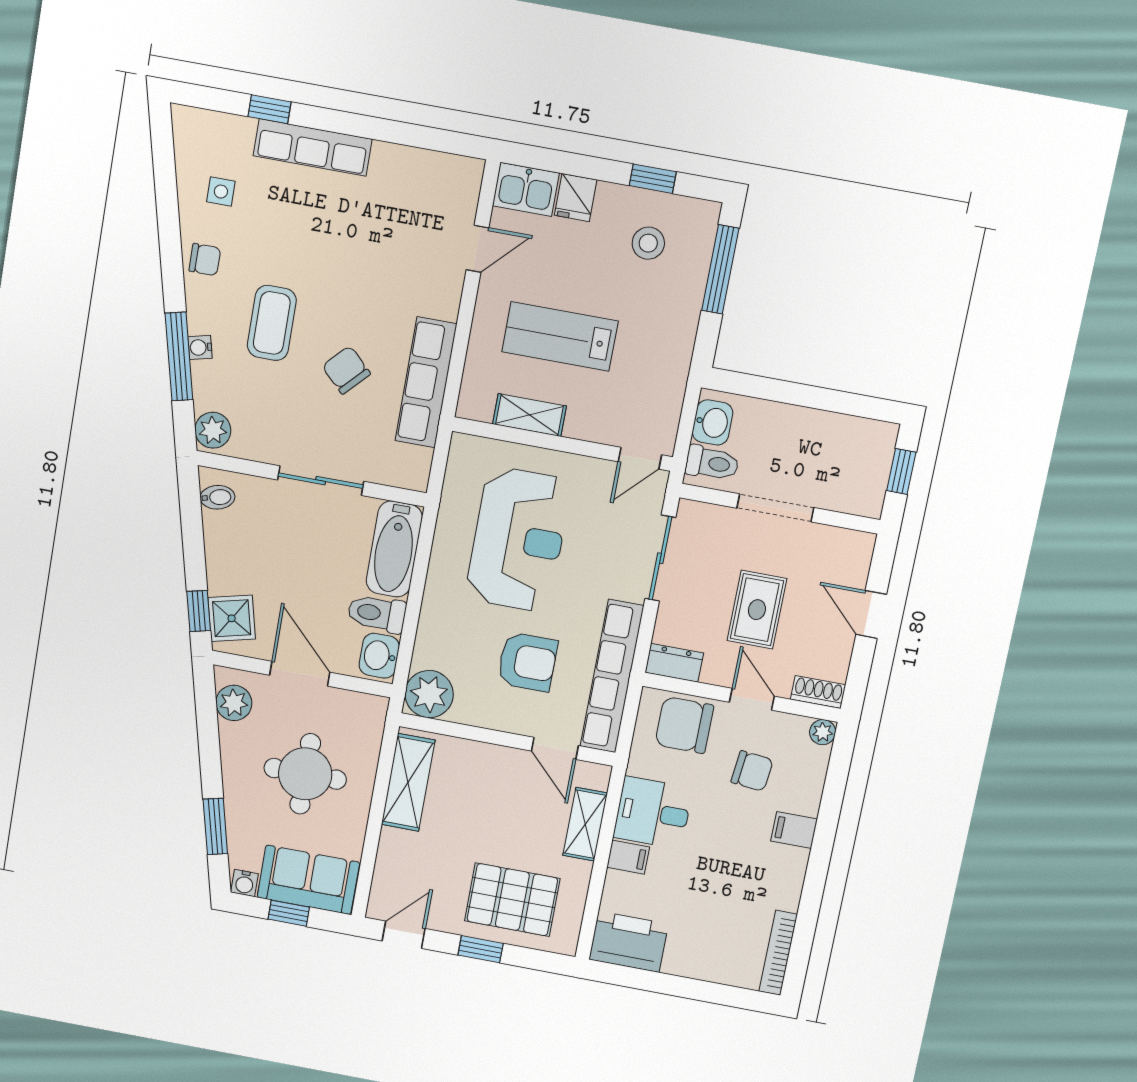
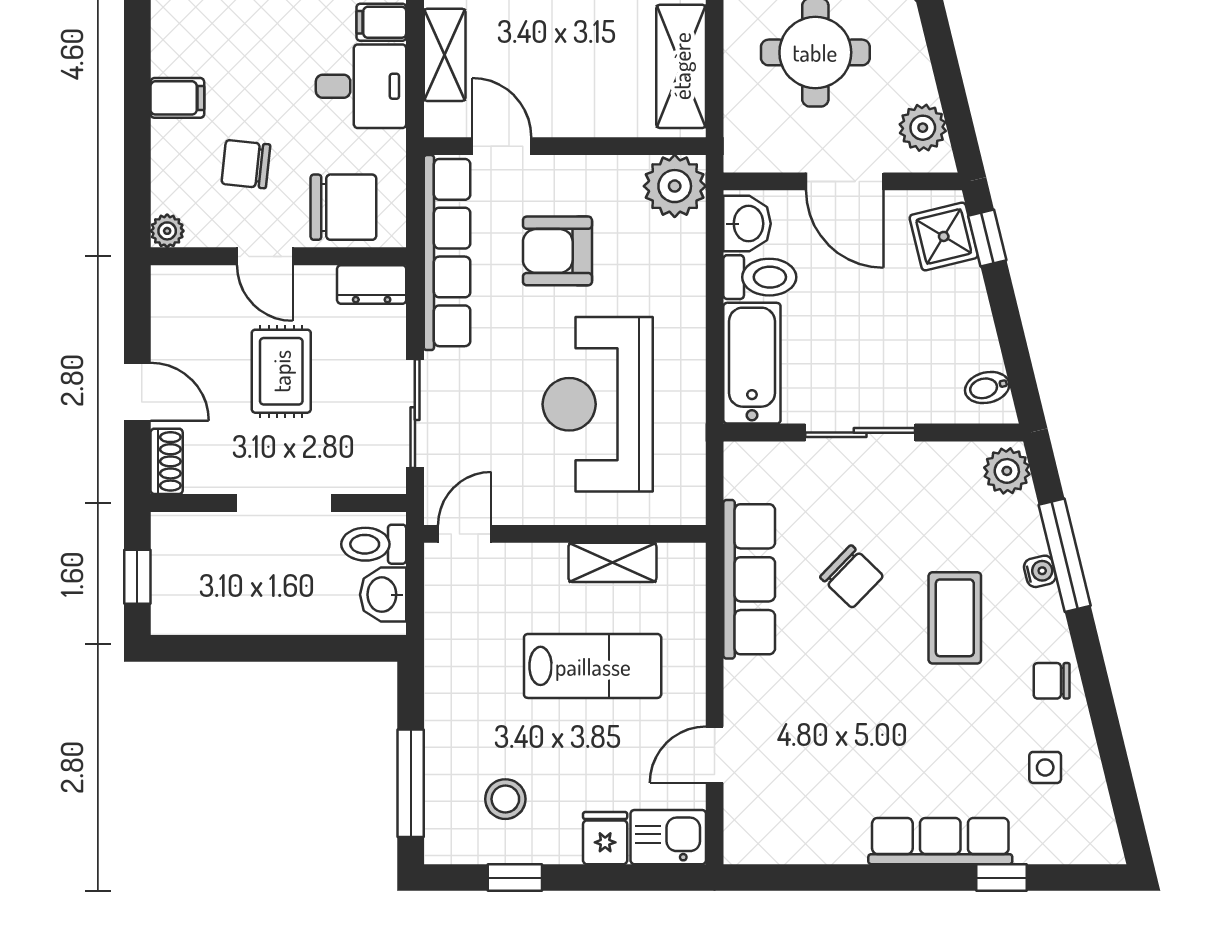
shoe rack: (818, 692) -> (167, 461), moved, turned -90

